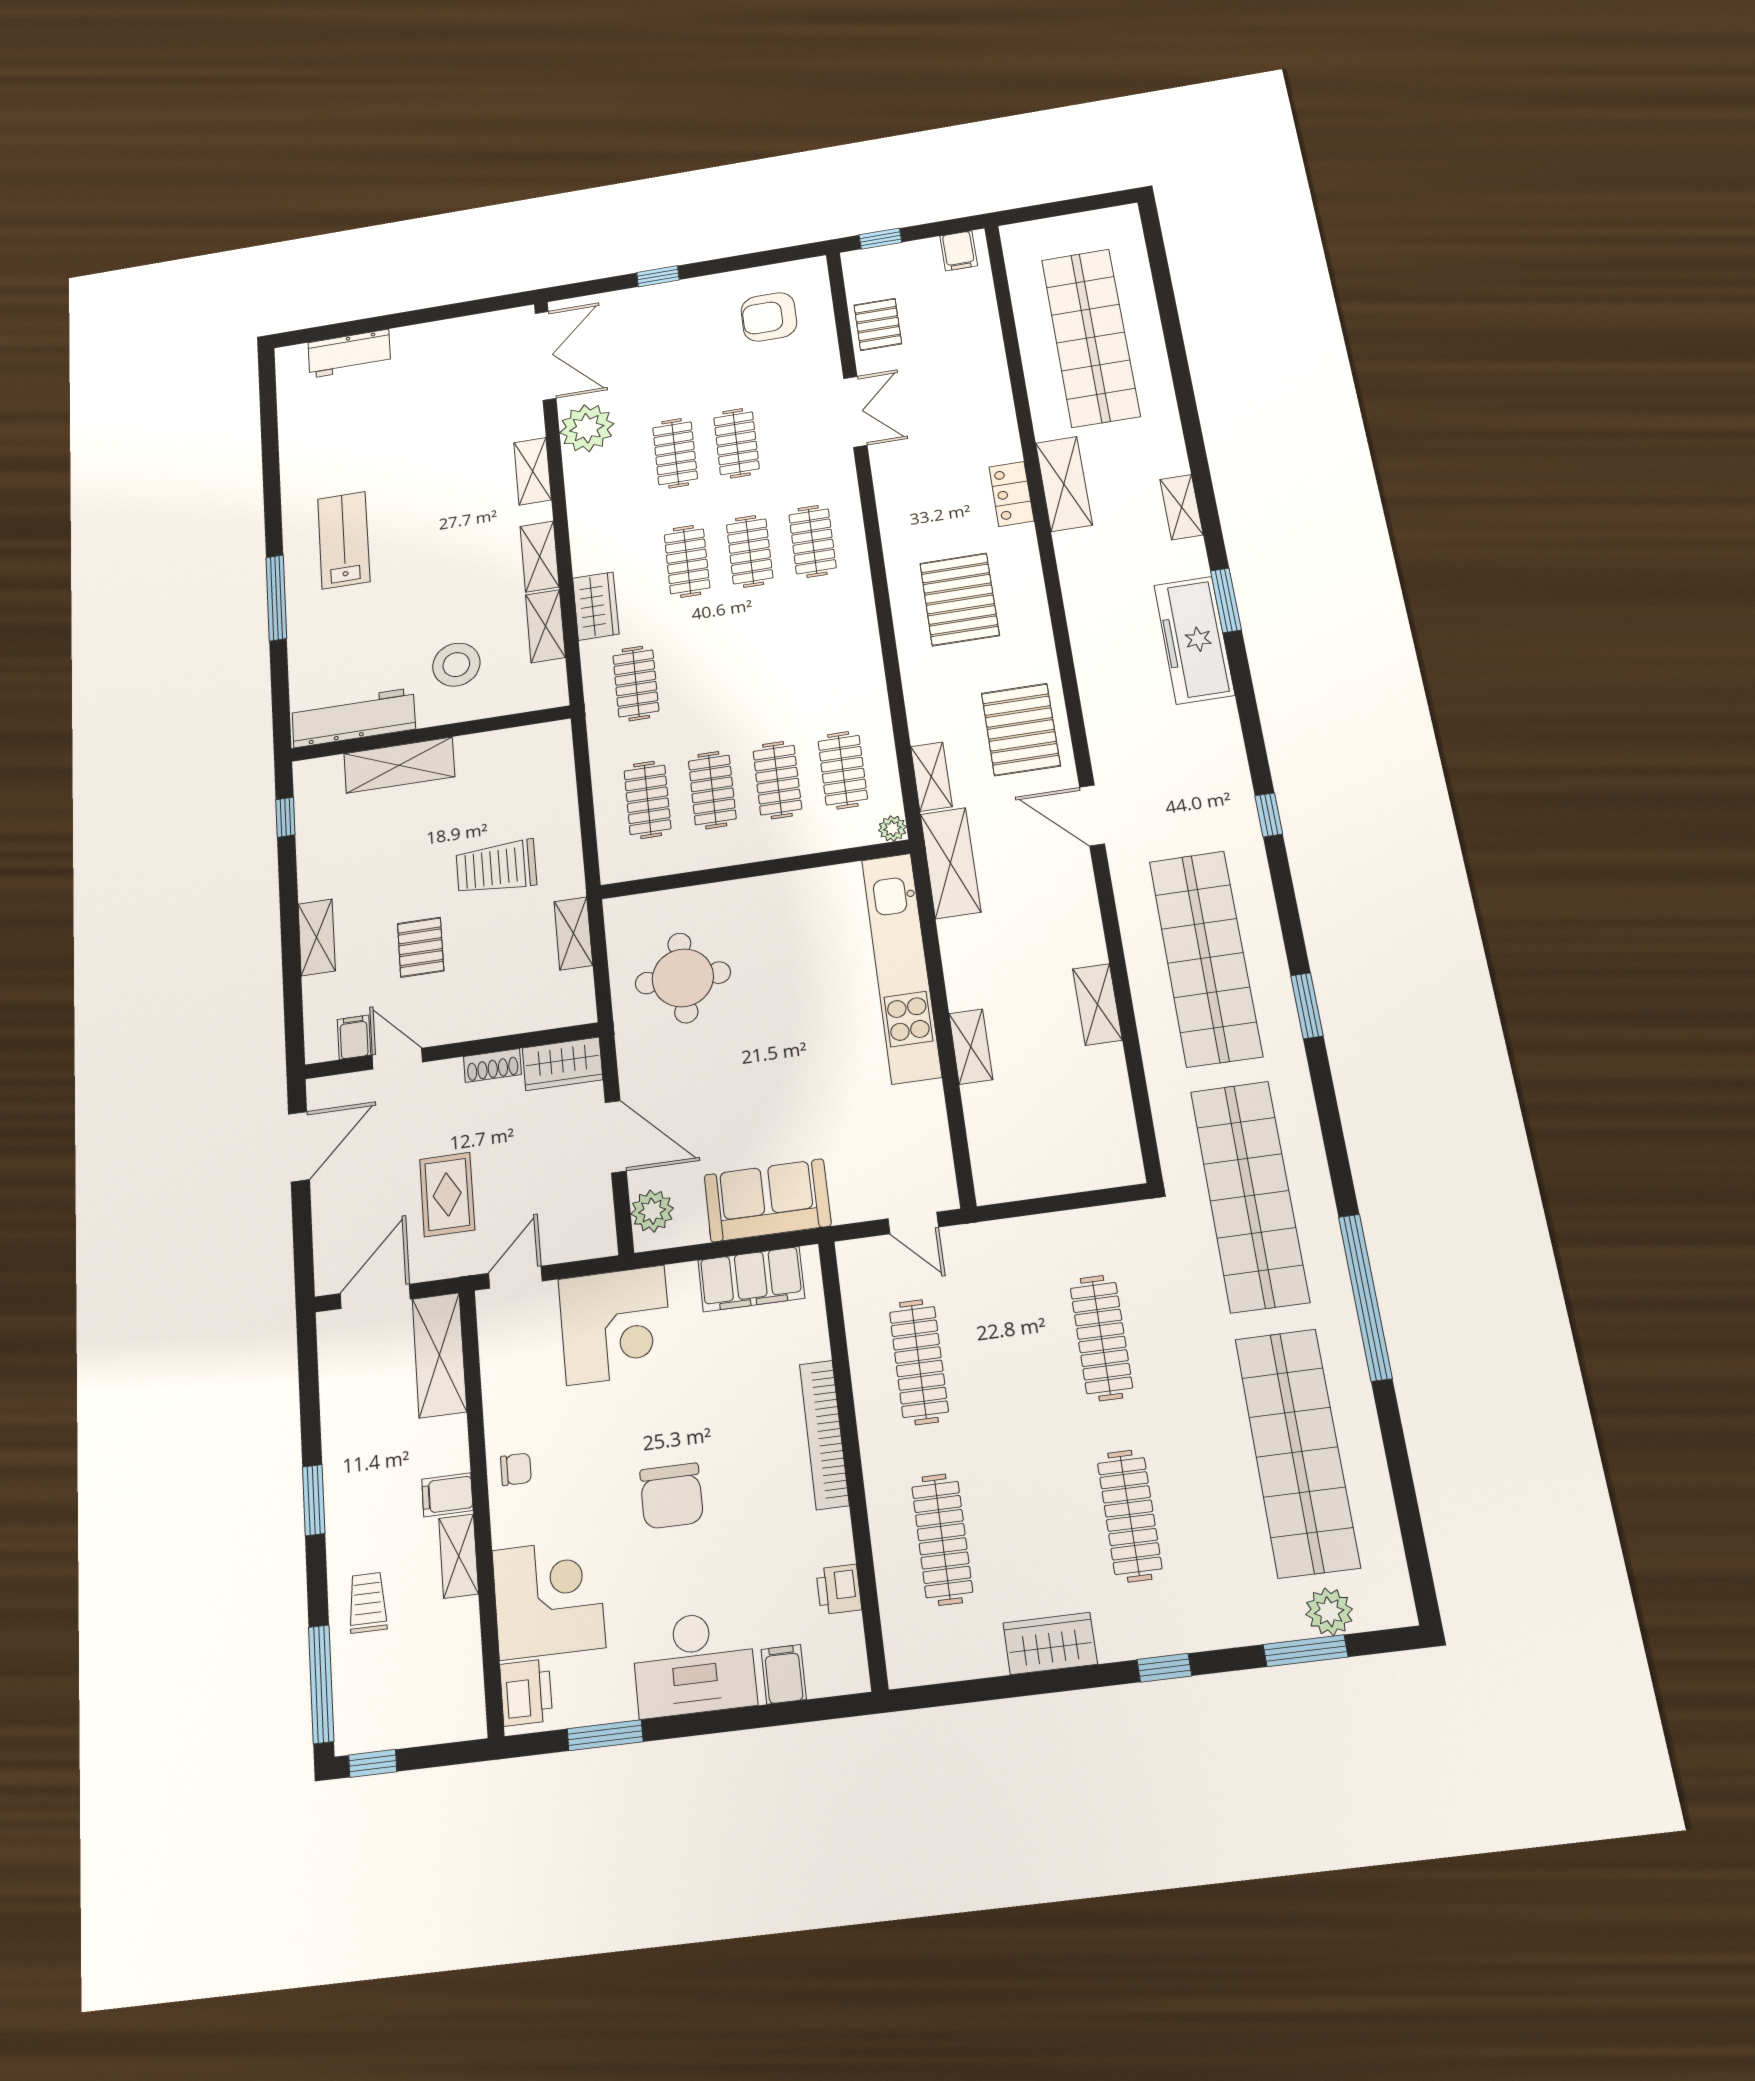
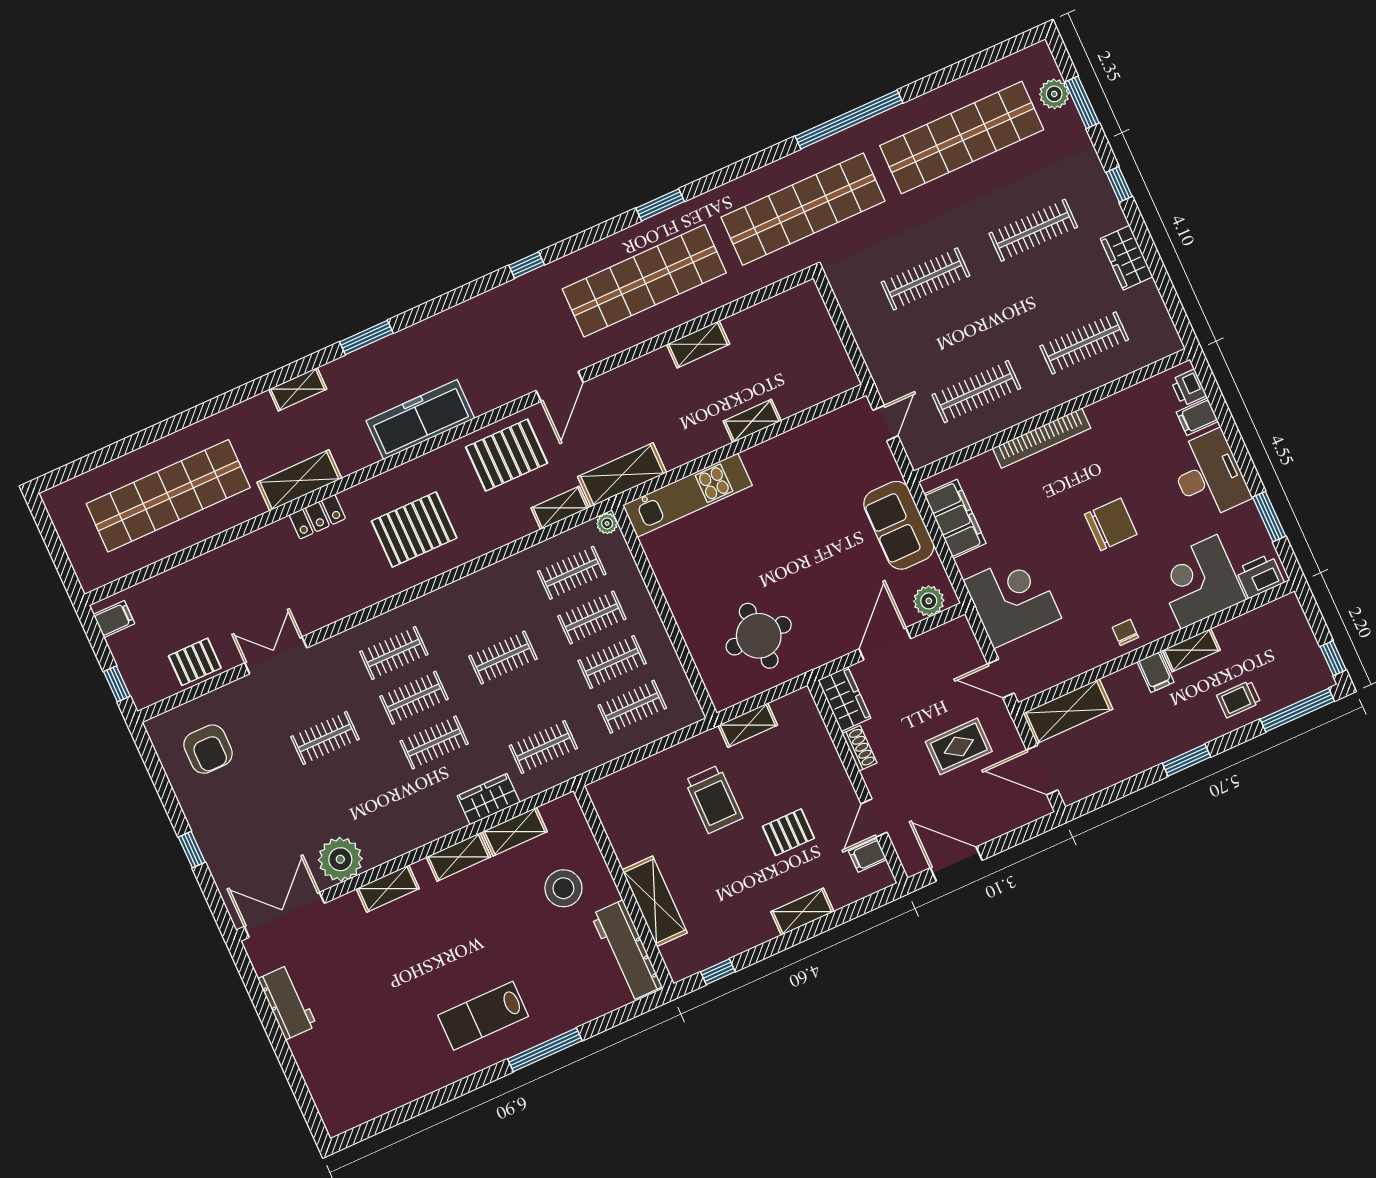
workbench: (349, 354) -> (287, 1002), moved
clothes rail: (675, 453) -> (503, 658), moved
freezer: (1194, 640) -> (420, 420), moved, turned 180
kitchen unit: (901, 967) -> (687, 495), width x0.73
printer: (839, 1589) -> (1189, 388), moved, turned 90

